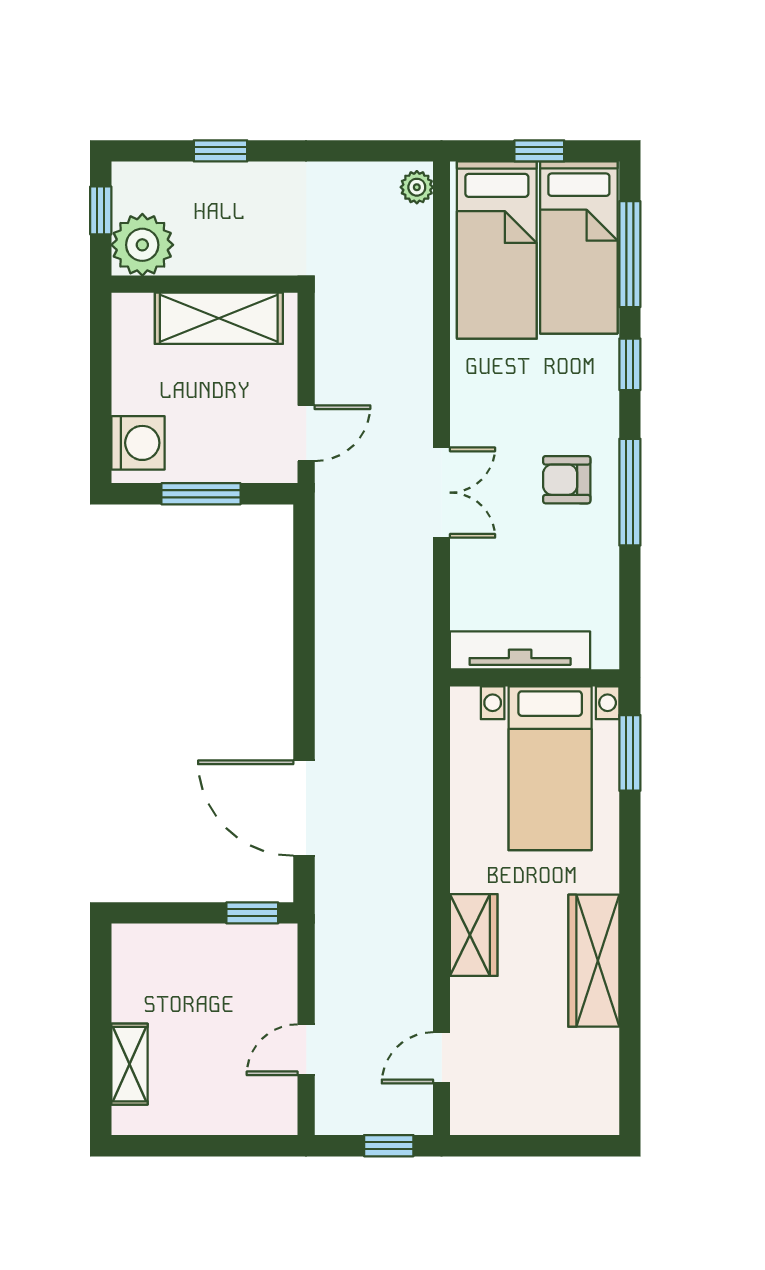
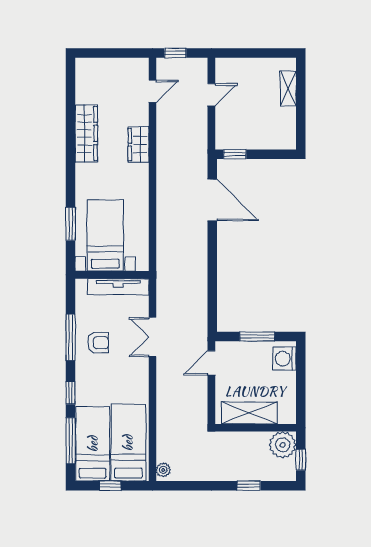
tv unit: (520, 650) -> (118, 287), moved
wall: (535, 678) -> (112, 275), moved
bed with nightstands: (550, 768) -> (105, 236), moved

